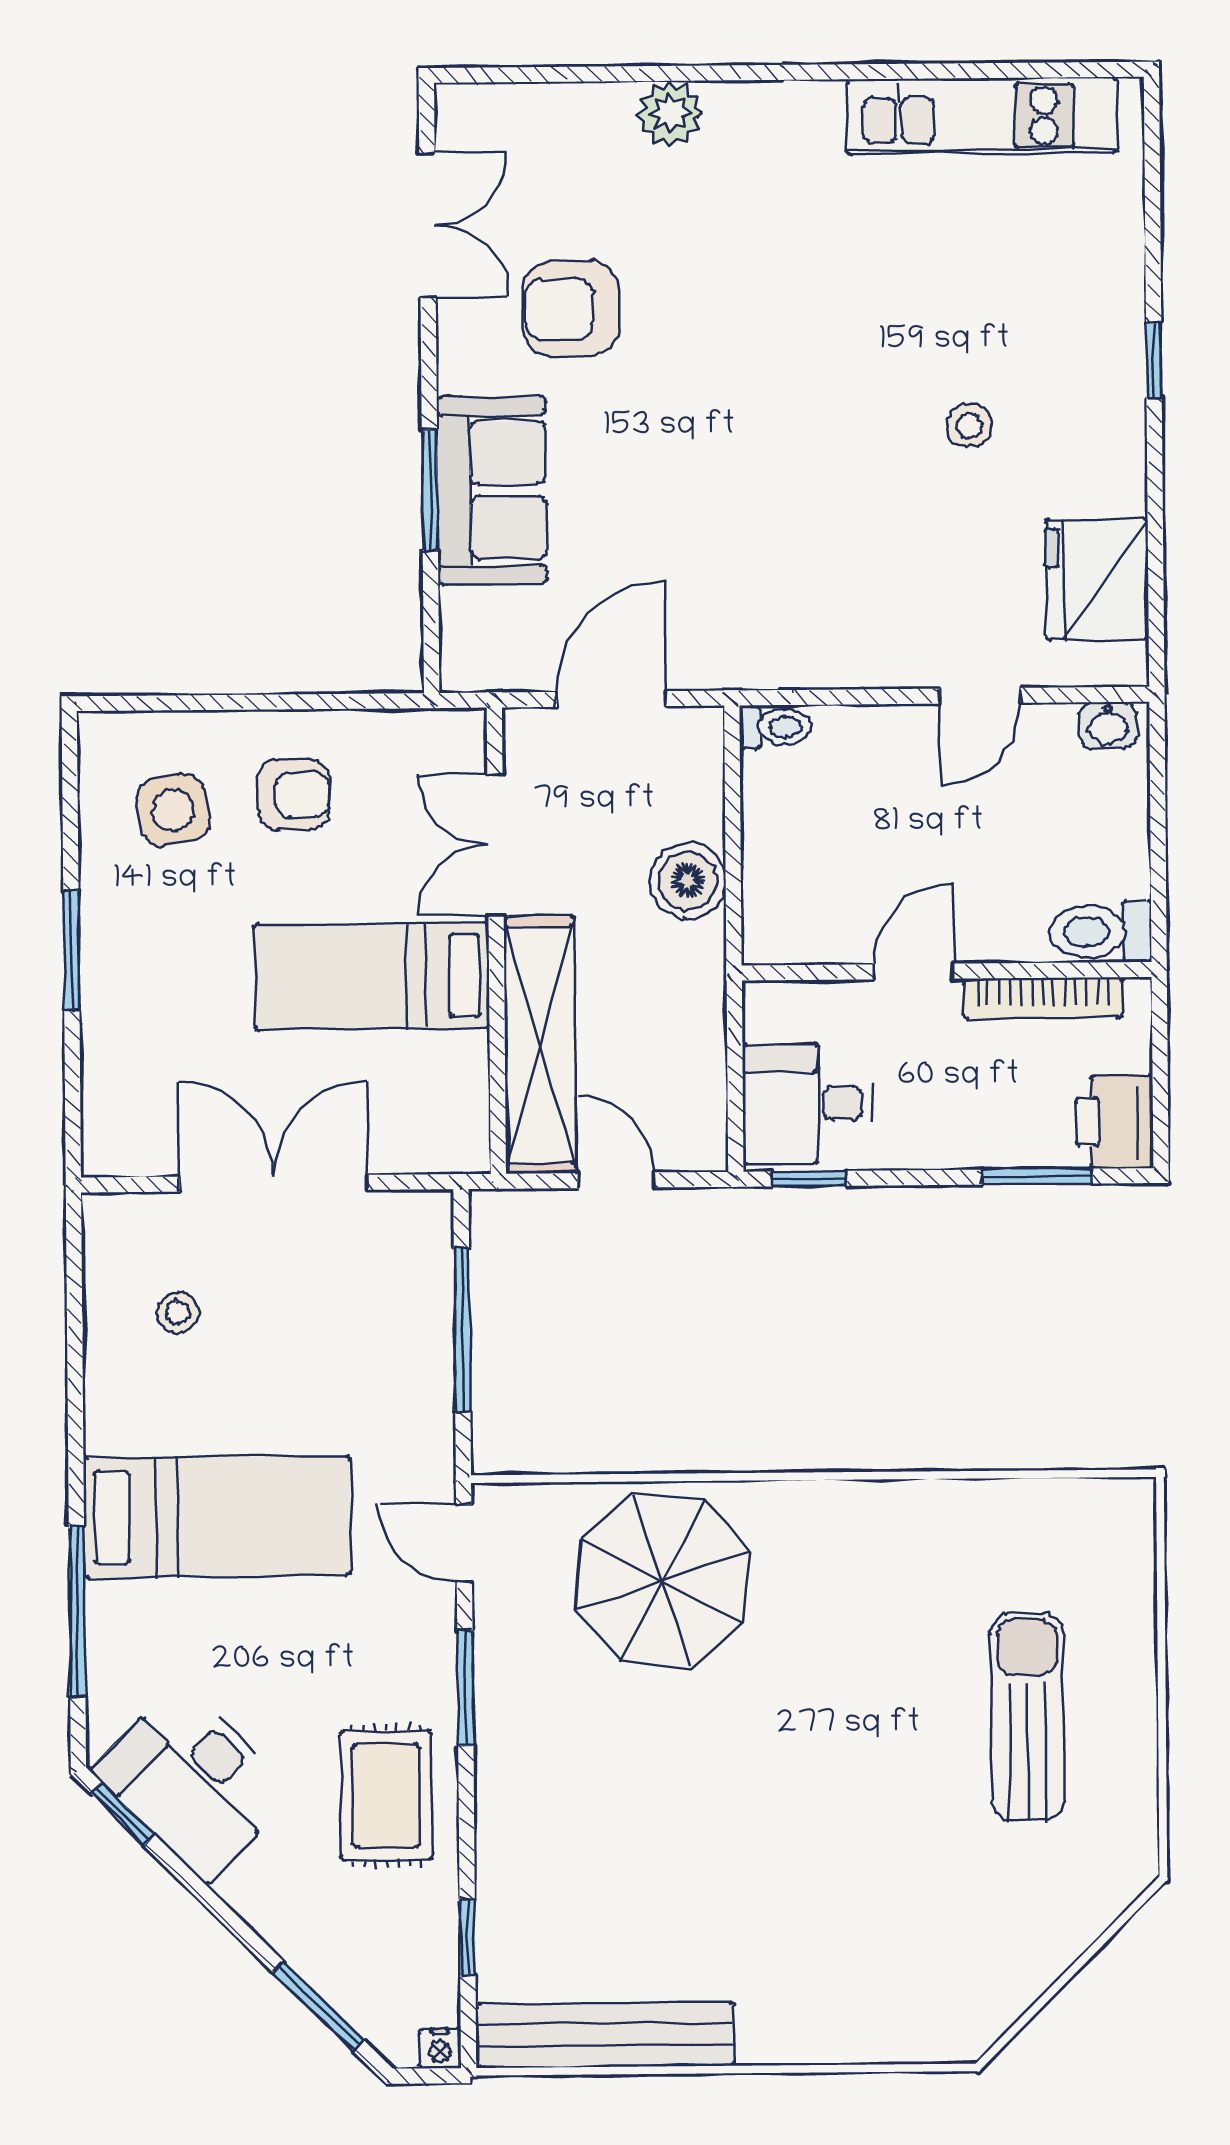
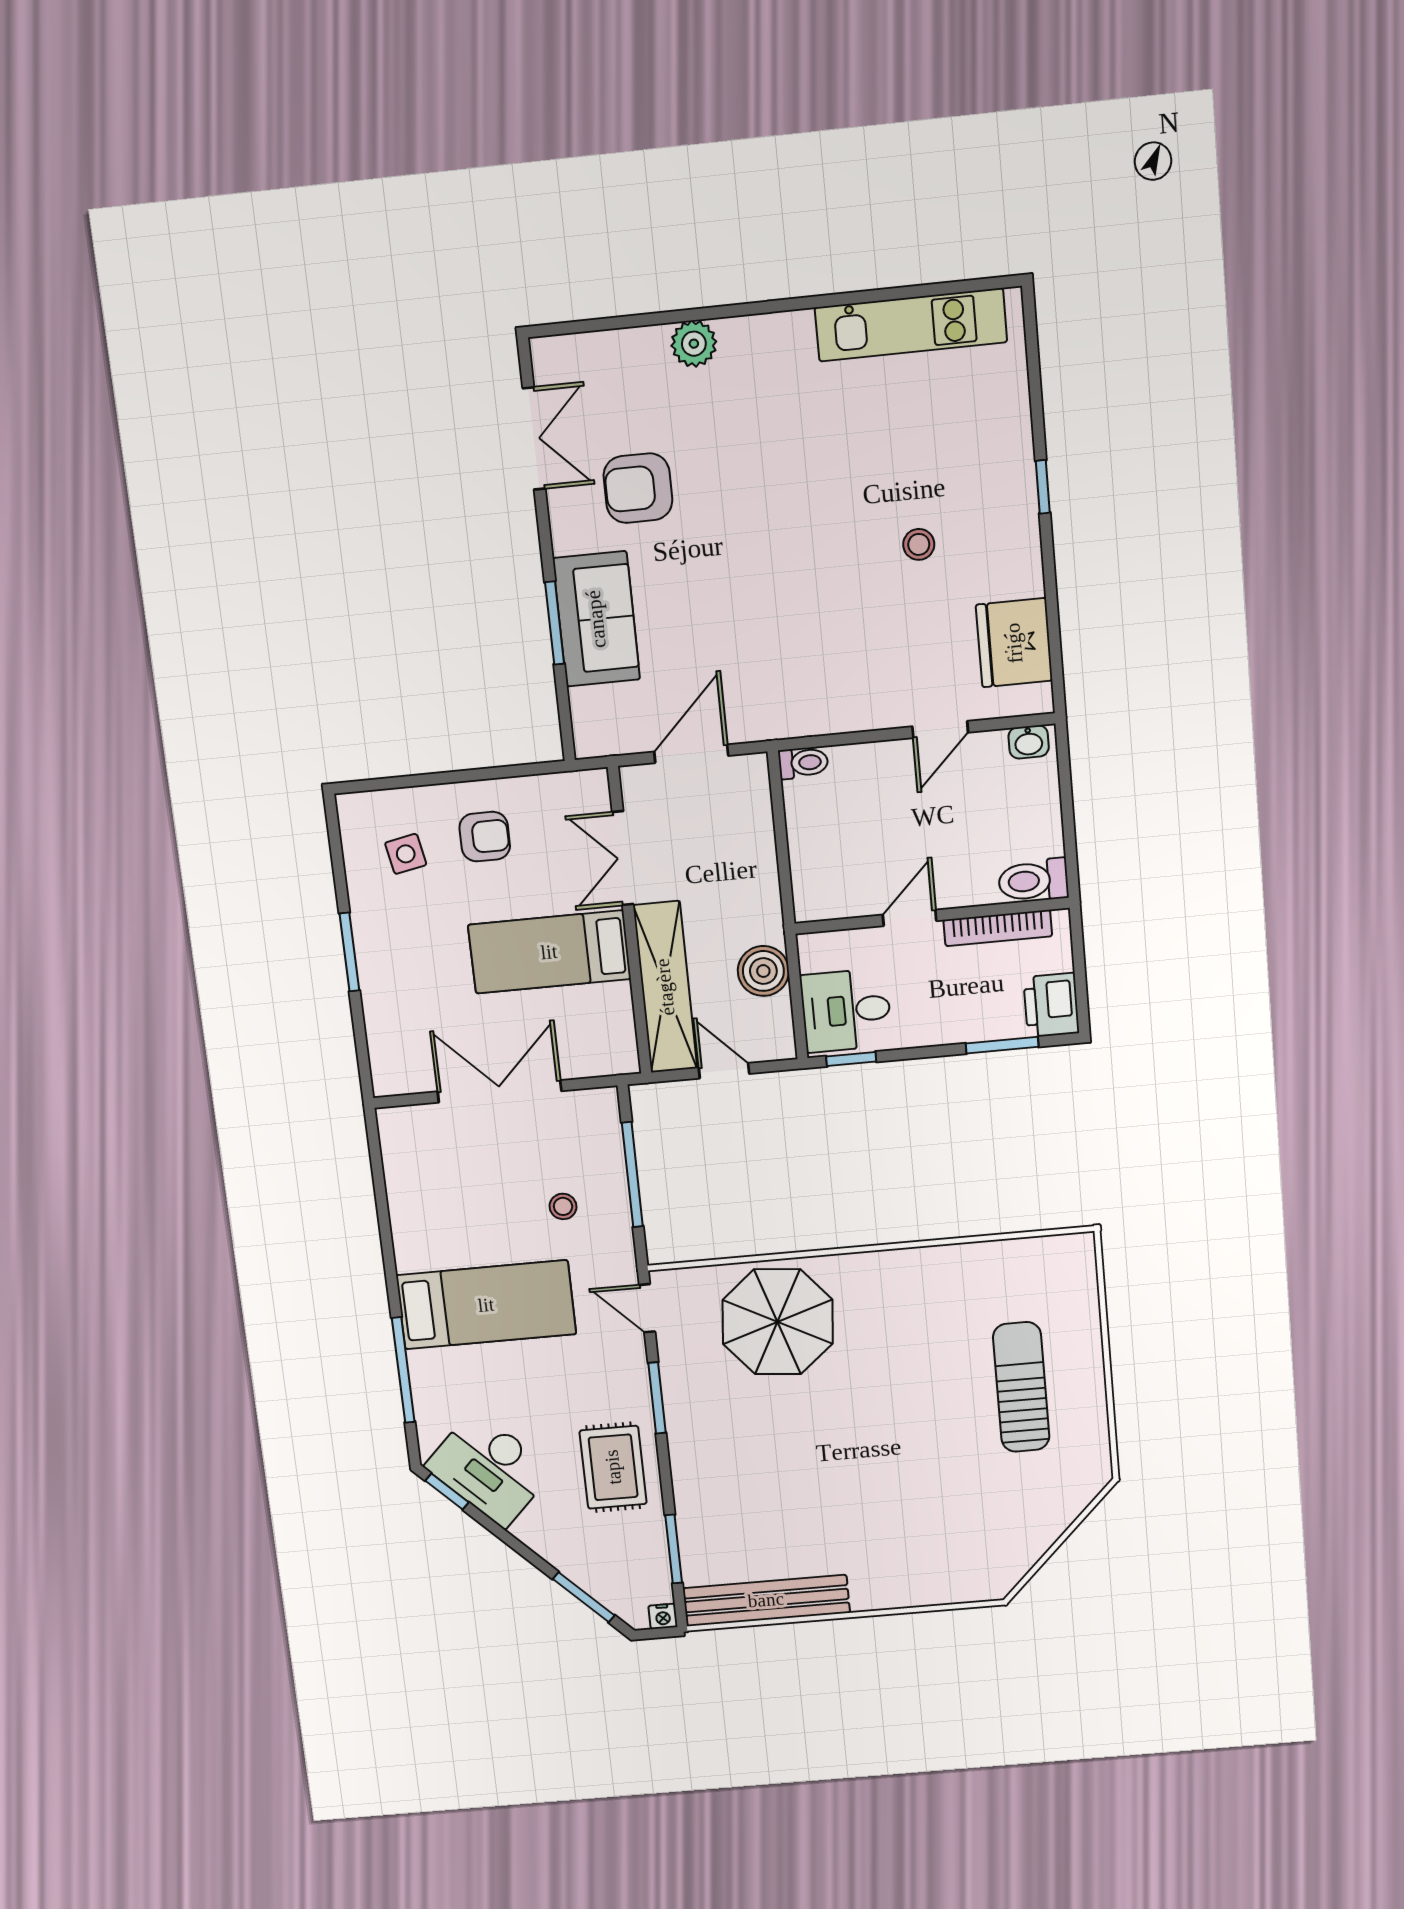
side table: (173, 810) -> (406, 854), width x0.73, depth x0.73
boiler: (688, 881) -> (763, 971), moved
stool: (178, 1313) -> (563, 1206), moved
window: (468, 1938) -> (674, 1549), width x1.50

